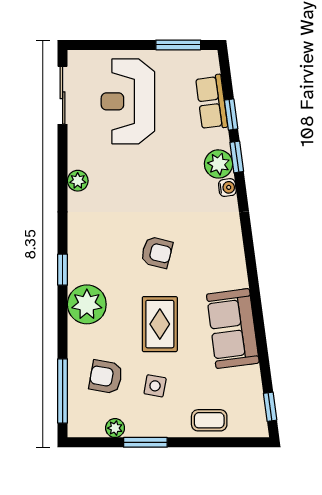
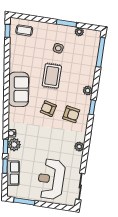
reception desk: (128, 101) -> (51, 179), turned 180
plant: (87, 304) -> (88, 90), width x0.53, depth x0.53
sofa: (233, 329) -> (19, 89), moved
armchair: (106, 377) -> (71, 114), moved
coffee table: (209, 420) -> (24, 30), moved

